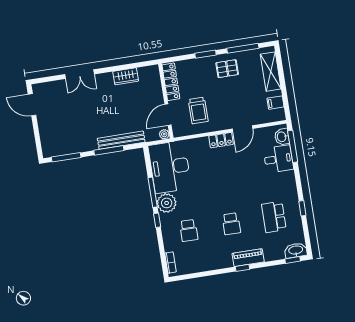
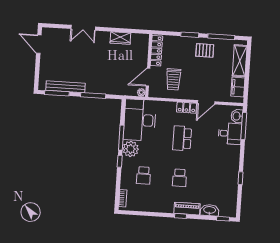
filing cabinet: (275, 103) -> (238, 87), width x2.00
bench: (121, 140) -> (65, 87), moved
school desk: (274, 217) -> (182, 138), moved
washbasin: (296, 250) -> (210, 210), moved

